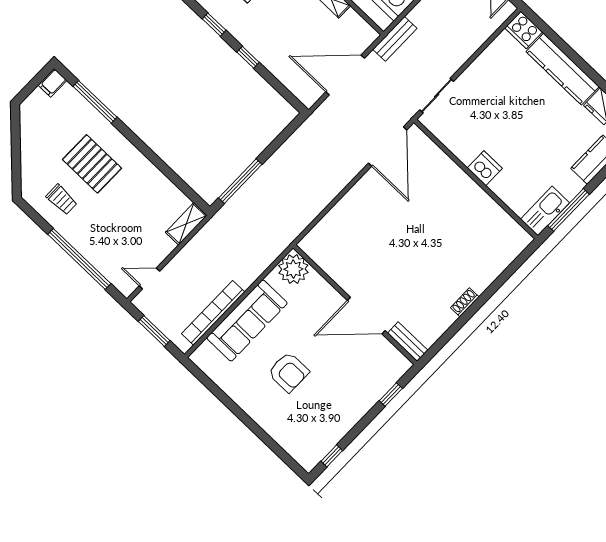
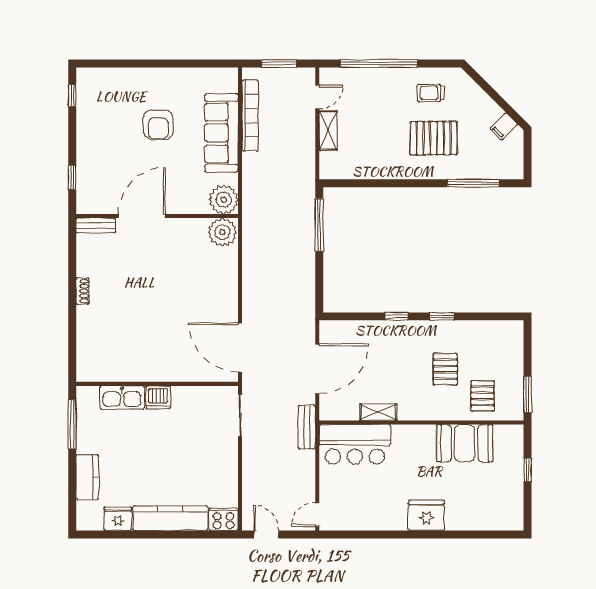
filing cabinet: (53, 83) -> (504, 126), moved, turned -135
kitchen sink: (545, 211) -> (122, 398), moved, turned 90
shelving: (186, 224) -> (328, 131), moved
plant: (318, 246) -> (222, 232), added
armchair: (288, 372) -> (158, 125), turned -90

